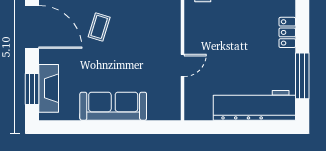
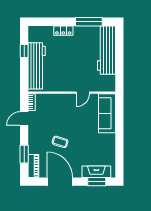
door: (32, 27) -> (60, 182), hinge flipped
door: (182, 65) -> (83, 93), swing flipped
sofa: (113, 106) -> (107, 113), moved

